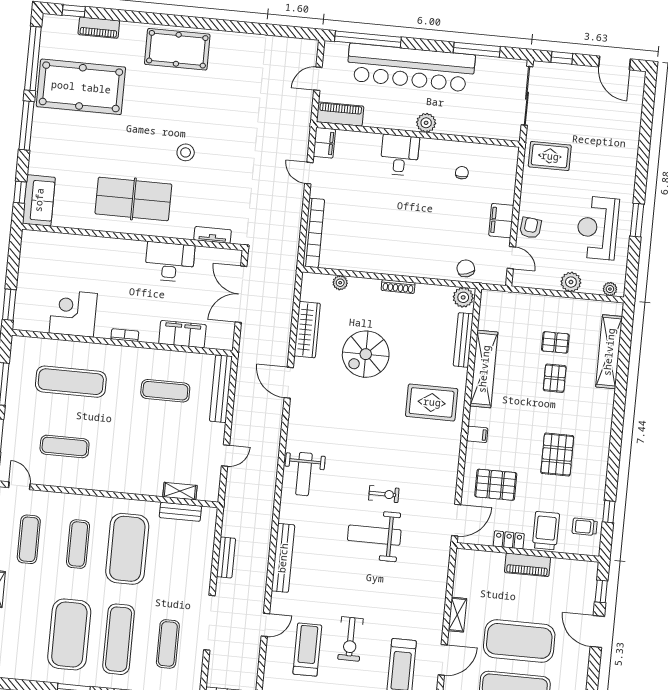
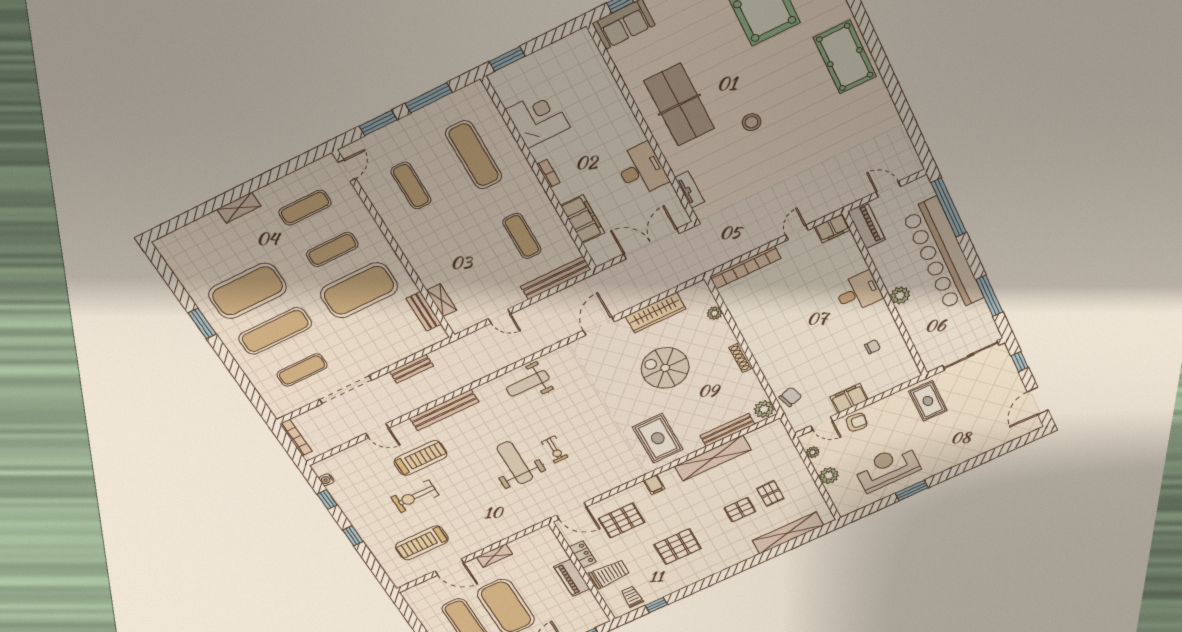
door: (511, 258) -> (822, 423), hinge flipped
plant: (610, 289) -> (813, 452), moved
pallet: (496, 485) -> (622, 520), turned 90
treadmill: (307, 650) -> (420, 458), moved

